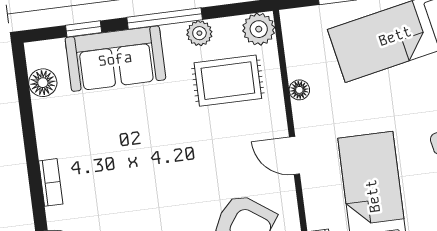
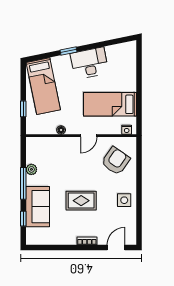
plant: (259, 29) -> (33, 144), removed
rug: (228, 81) -> (81, 201), moved, turned 90
floor lamp: (43, 83) -> (44, 239), removed

